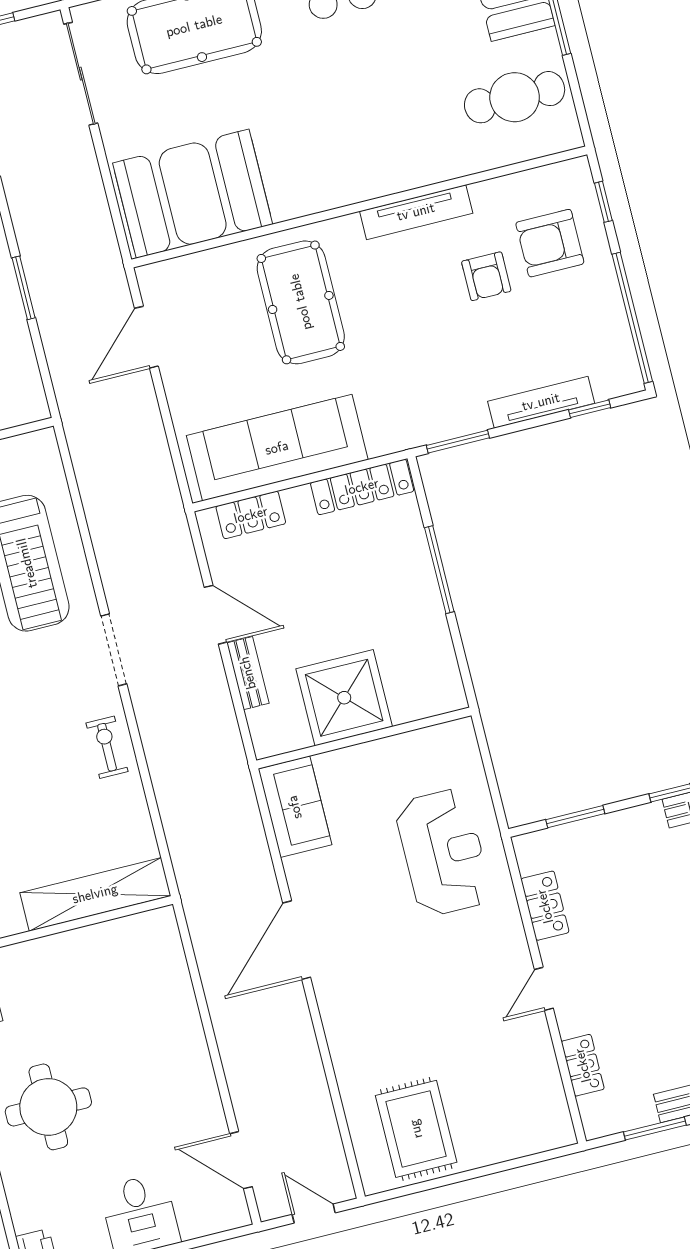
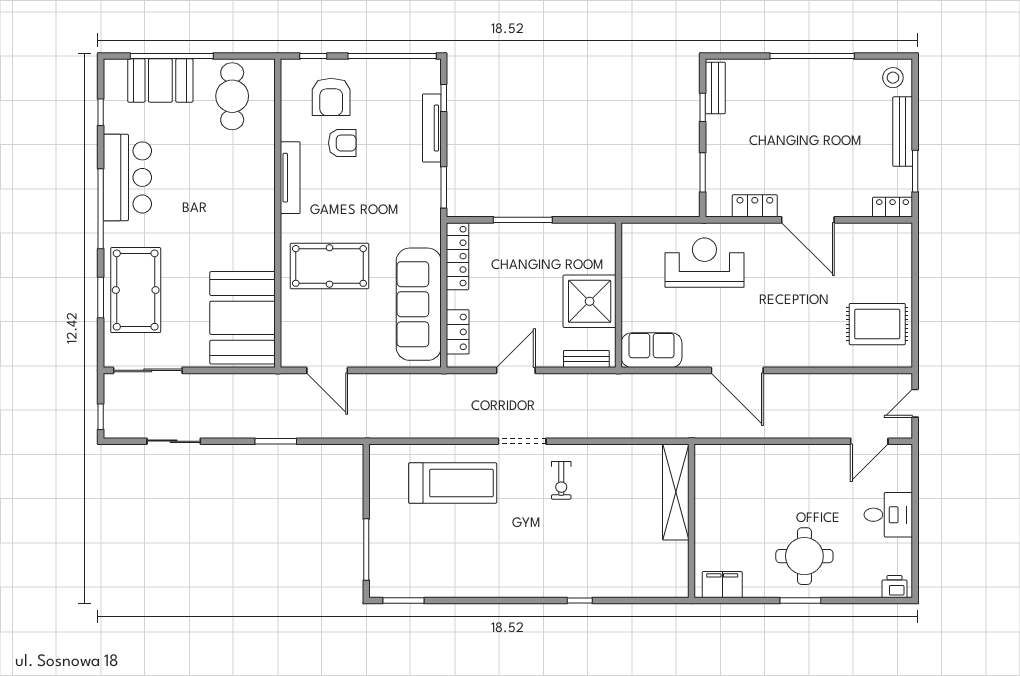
bench: (248, 673) -> (586, 359), moved
exercise bike: (107, 747) -> (561, 480), moved, turned -90
door: (544, 989) -> (808, 220), width x1.87
locker: (583, 1065) -> (893, 207), moved

